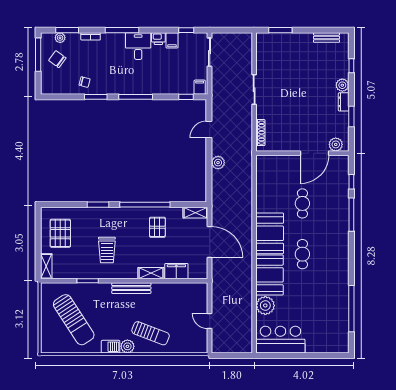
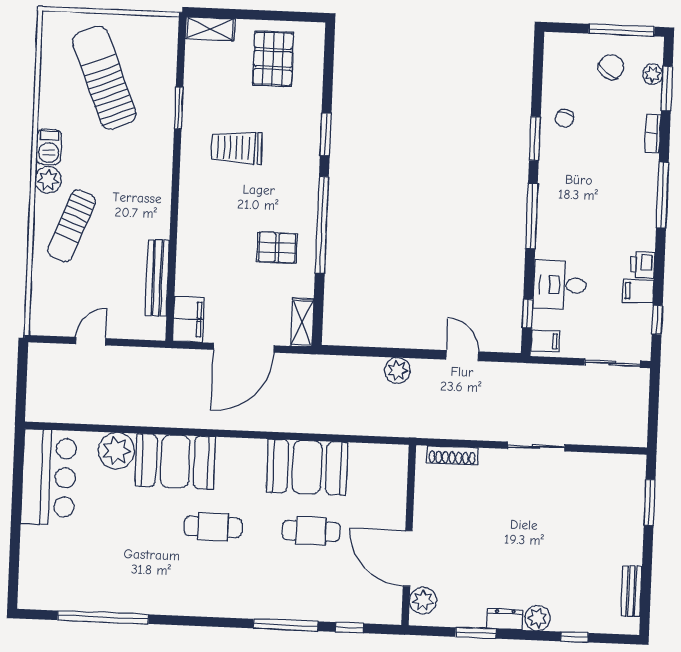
desk: (138, 46) -> (560, 285), moved, turned 180
pallet: (60, 233) -> (273, 59), turned 90
booth: (270, 233) -> (307, 467), moved
filing cabinet: (176, 271) -> (188, 319), moved
shelving: (151, 273) -> (188, 231), removed
bench: (131, 288) -> (157, 278), moved
sun lounger: (74, 320) -> (104, 78), turned 101

